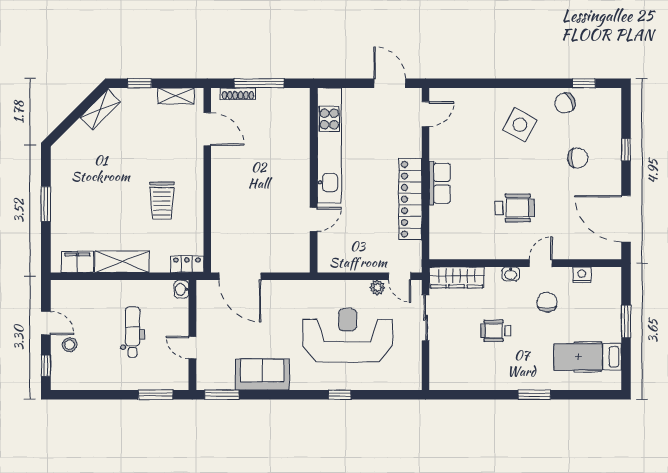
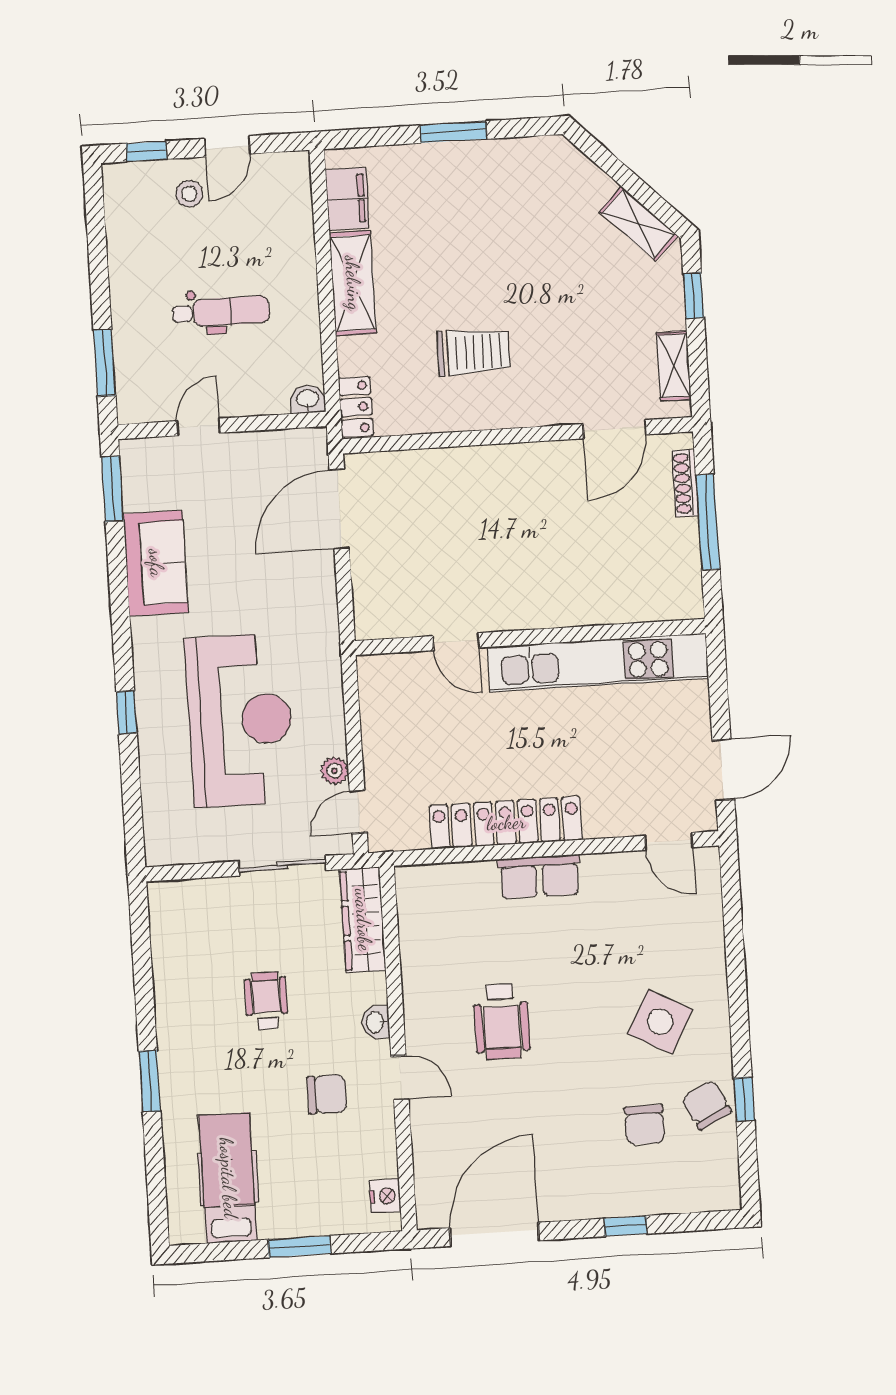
window: (584, 83) -> (744, 1099), moved
chair: (578, 158) -> (645, 1125), moved
trolley: (162, 201) -> (473, 352), turned 180
nightstand: (582, 275) -> (385, 1196), moved

